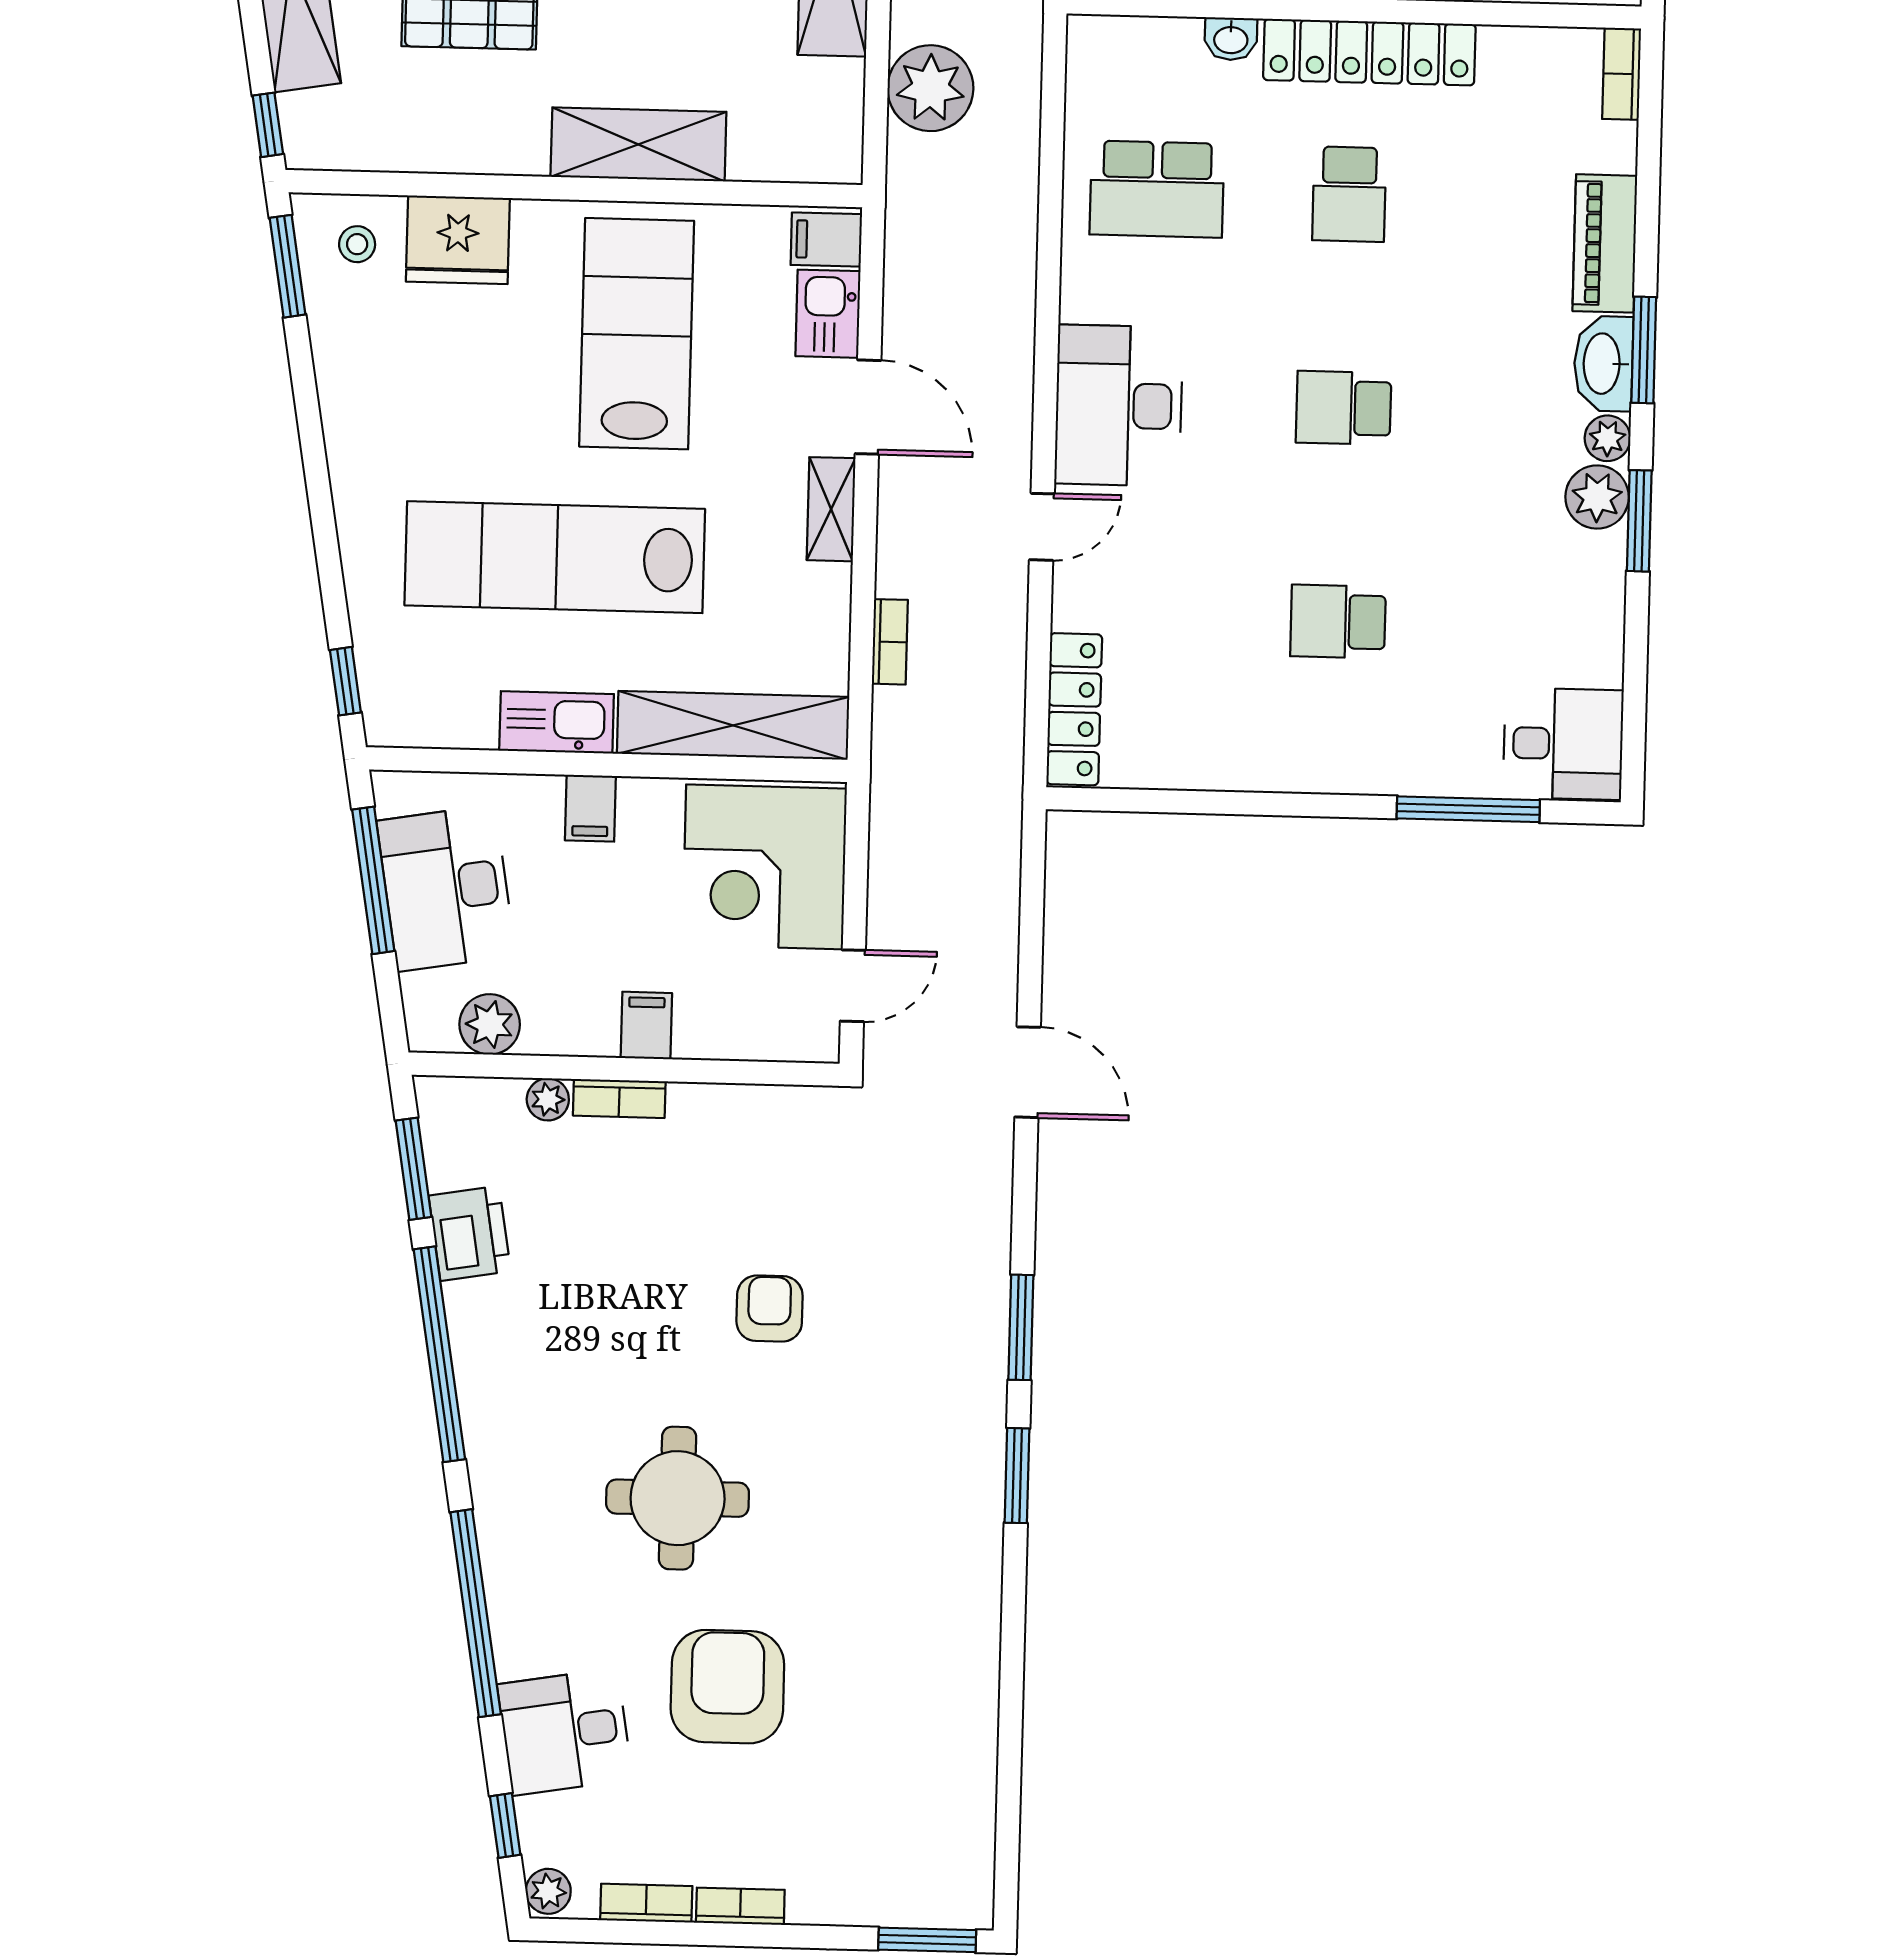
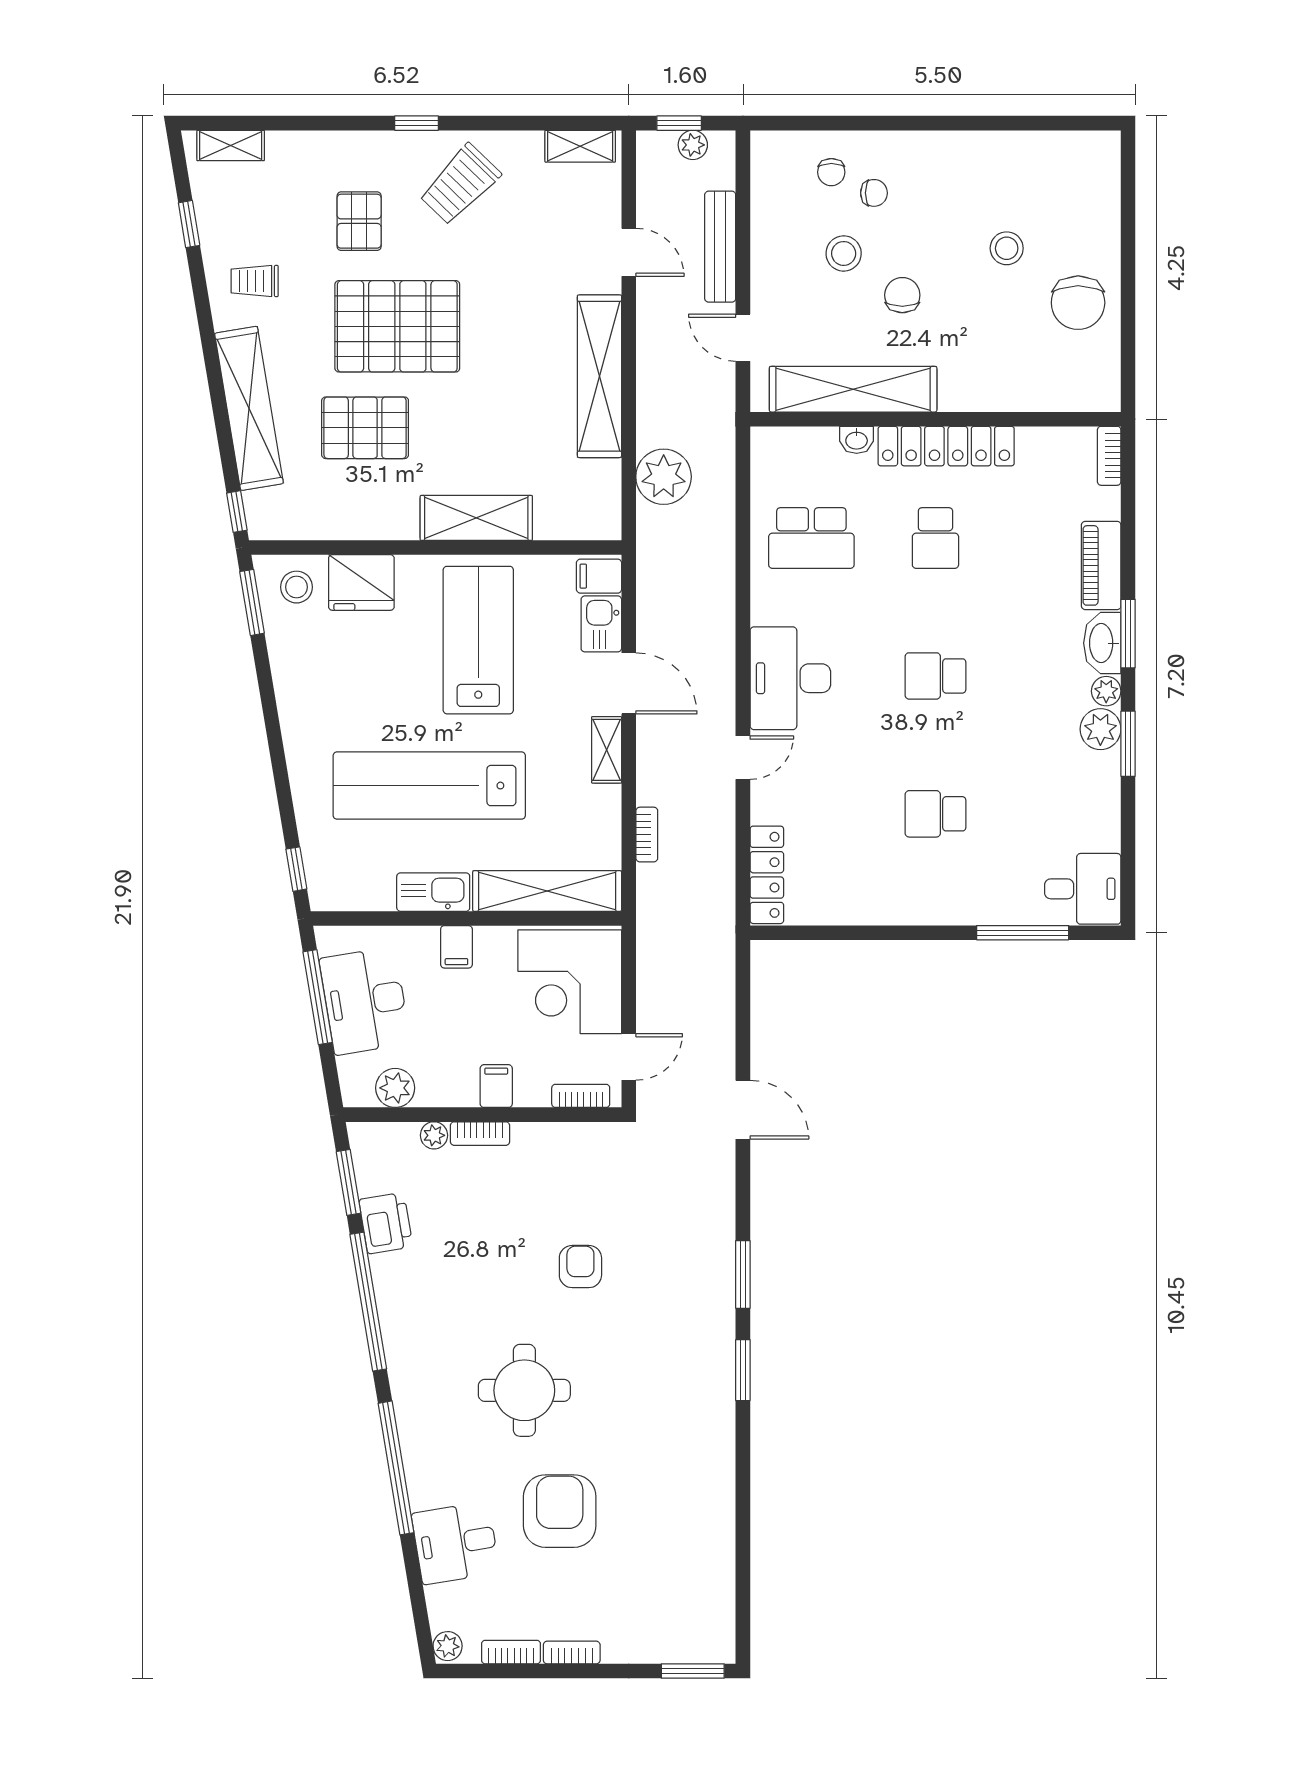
stool: (357, 244) -> (297, 587), width x1.37, depth x1.37
bookcase: (777, 1044) -> (581, 1096), added
window: (505, 1826) -> (419, 1604), removed

